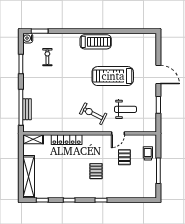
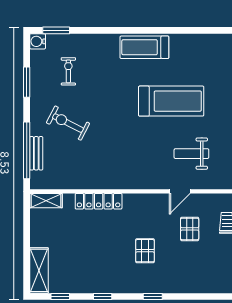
treadmill: (96, 42) -> (144, 47), turned 180
treadmill: (113, 76) -> (171, 101), turned 180
weight bench: (125, 109) -> (191, 154), turned 180
exercise bike: (93, 114) -> (68, 123), moved
shelving: (29, 177) -> (39, 270), width x0.68

